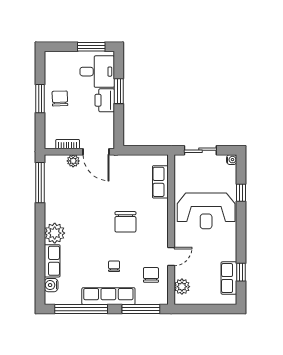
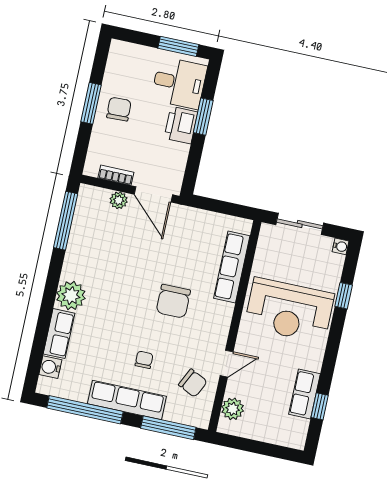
row of seats: (160, 182) -> (232, 267), width x1.48
chair: (151, 275) -> (193, 383), turned 116
row of seats: (229, 278) -> (305, 394), moved

